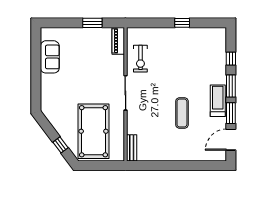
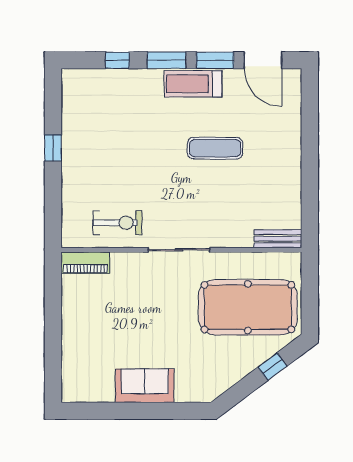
window: (92, 23) -> (53, 309), removed
sofa: (50, 57) -> (145, 386), moved

